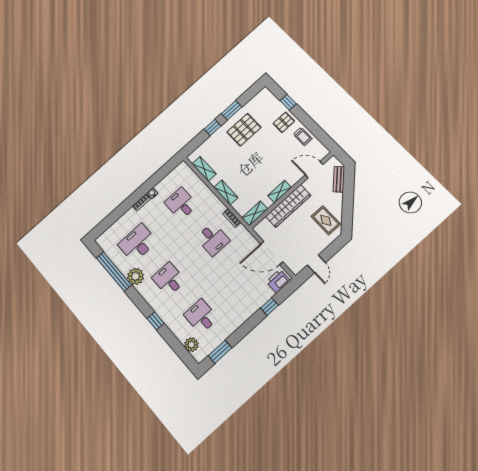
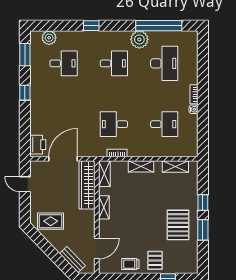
wardrobe: (288, 206) -> (87, 185), moved
window: (269, 307) -> (25, 93), moved

